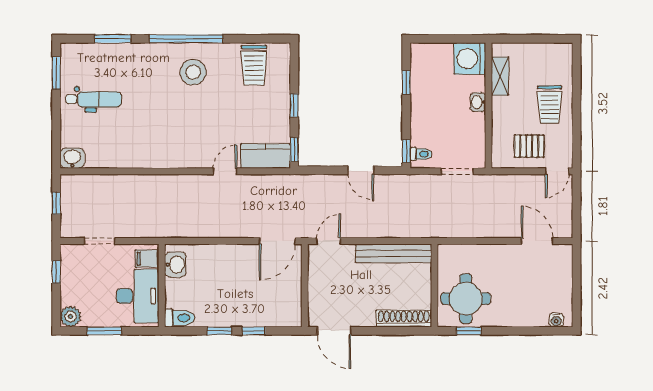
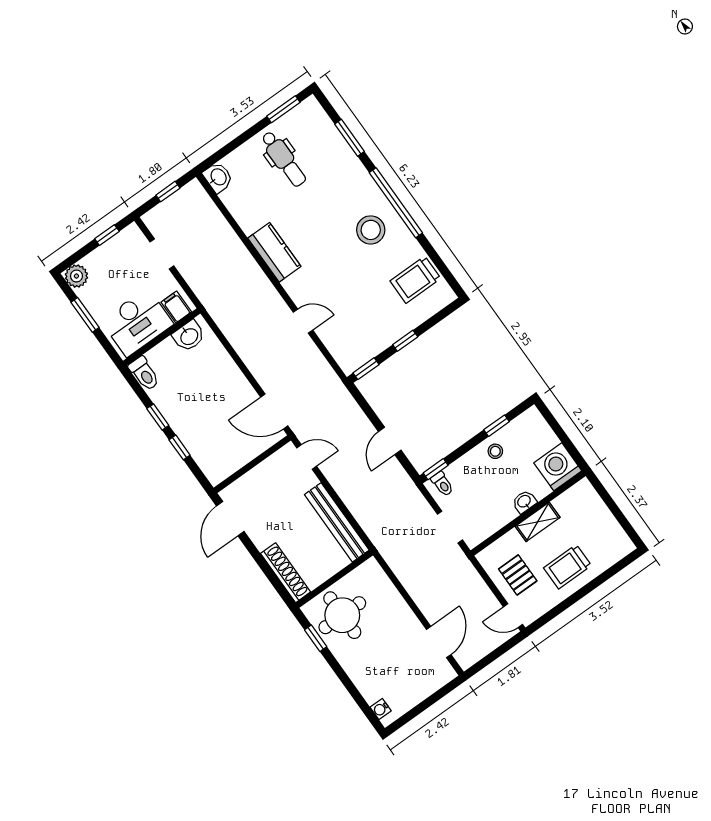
shelving: (500, 76) -> (538, 522), moved
stool: (425, 97) -> (495, 451), added
kitchen counter: (266, 156) -> (274, 252), moved

